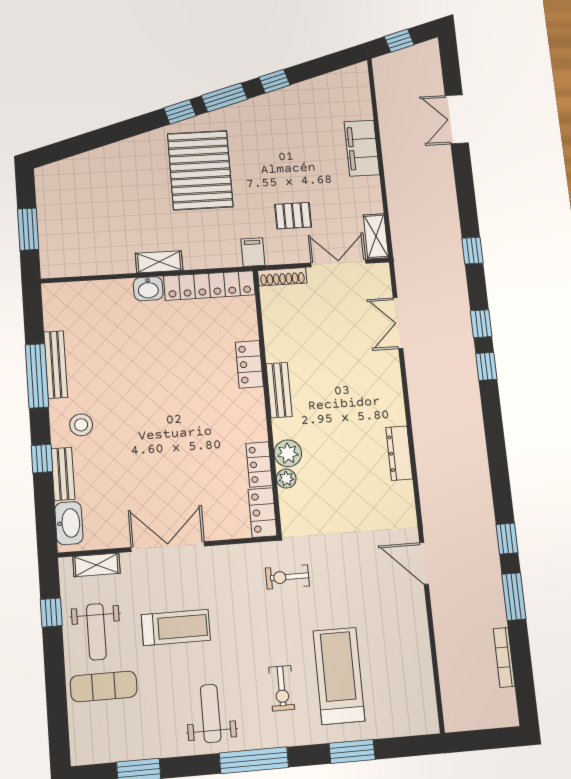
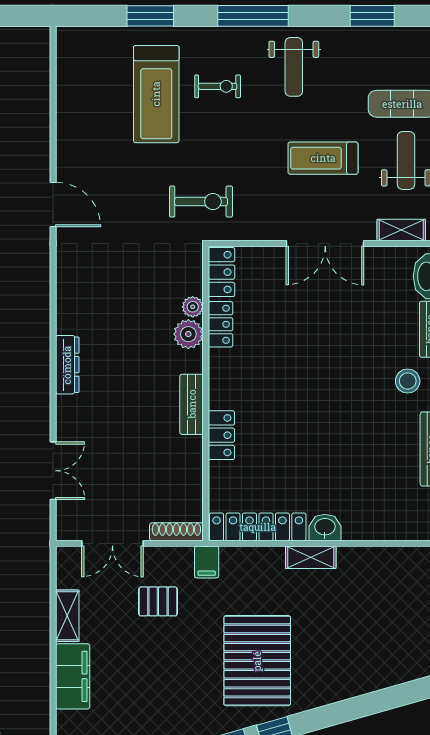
shelving: (376, 236) -> (67, 616), moved
dresser: (399, 453) -> (67, 365), moved
exercise bike: (287, 577) -> (201, 202), width x1.38, depth x1.39
exercise bike: (282, 688) -> (218, 86), turned 90

